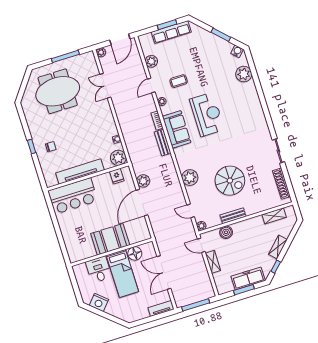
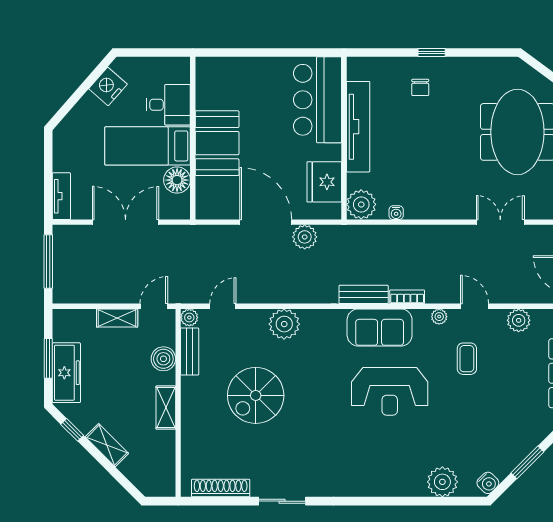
fridge: (117, 176) -> (324, 182), width x1.88, depth x1.34
bench: (233, 216) -> (190, 352), moved
shelving: (274, 216) -> (166, 408), moved

